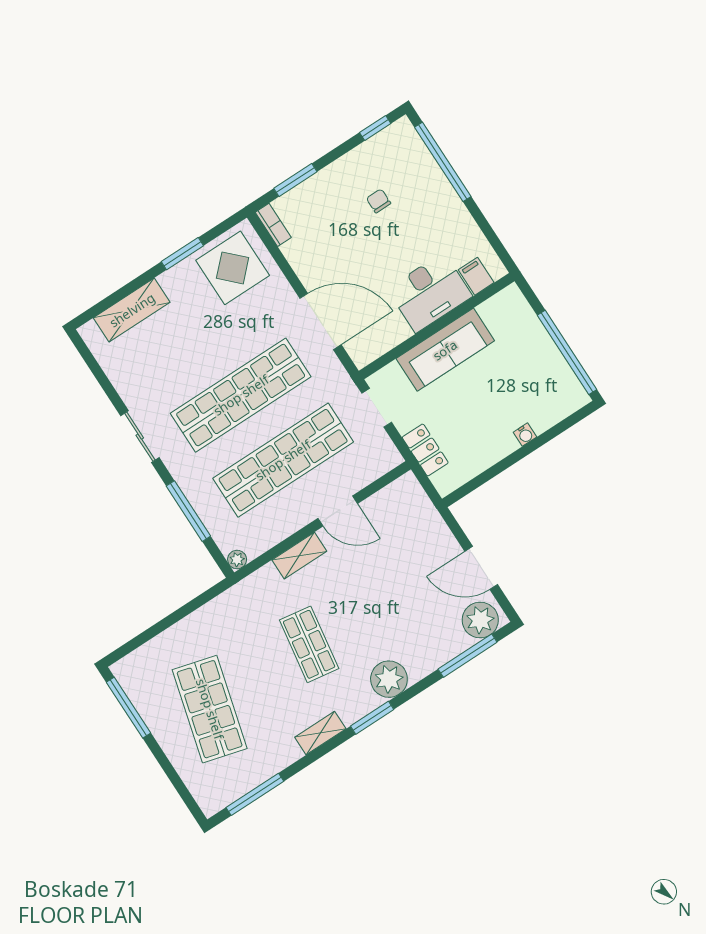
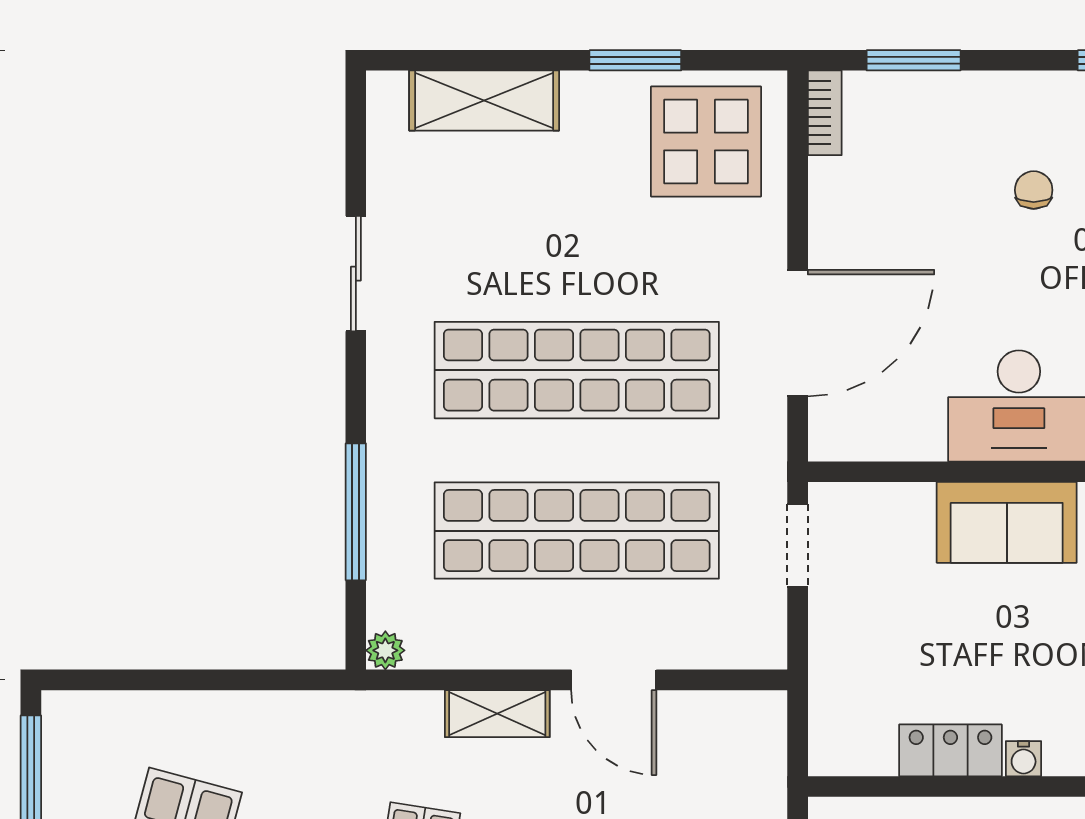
door: (321, 321) -> (798, 333), hinge flipped
sofa: (445, 350) -> (1007, 522), width x0.73
sliding door: (140, 437) -> (356, 274), moved
locker: (425, 450) -> (950, 750), moved, turned -90

